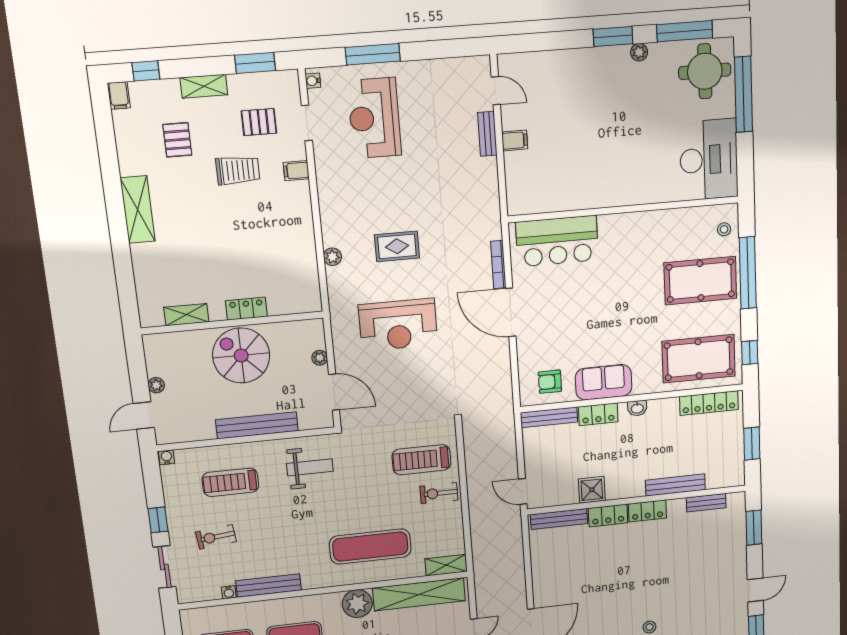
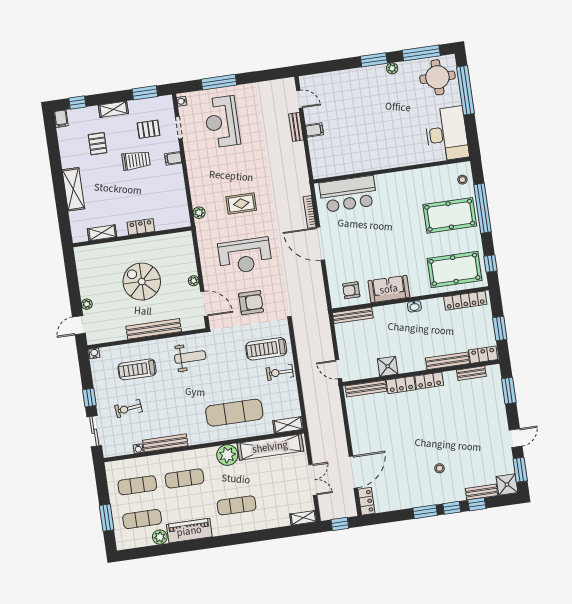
locker: (246, 309) -> (141, 227), moved
shelving: (186, 315) -> (102, 233), moved
wall: (232, 323) -> (132, 237), moved
armchair: (403, 393) -> (251, 303), added
locker: (598, 414) -> (483, 355), moved, turned 180

